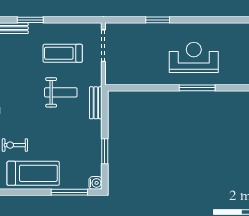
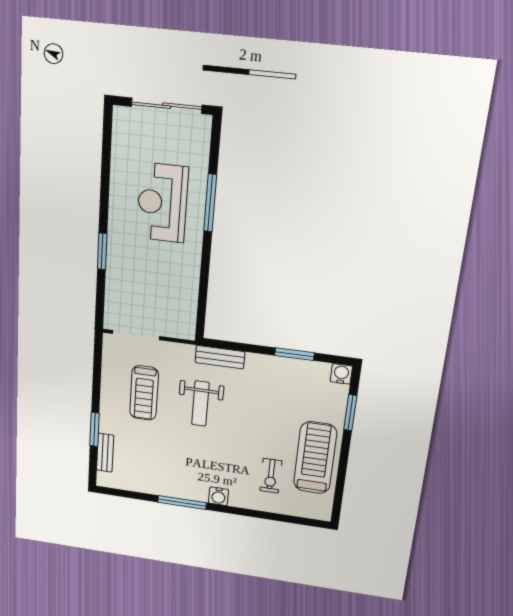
weight bench: (61, 92) -> (200, 404), turned 180
window: (69, 192) -> (350, 413), width x0.69

